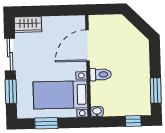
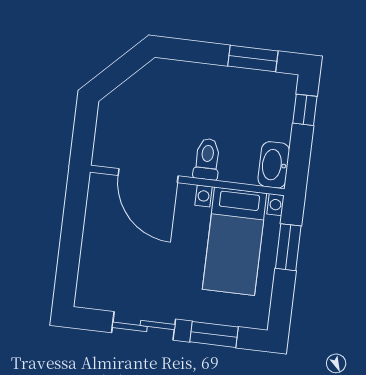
wardrobe: (28, 24) -> (91, 283), removed
washbasin: (97, 112) -> (274, 165), width x1.91, depth x1.45
window: (46, 123) -> (288, 247), moved

